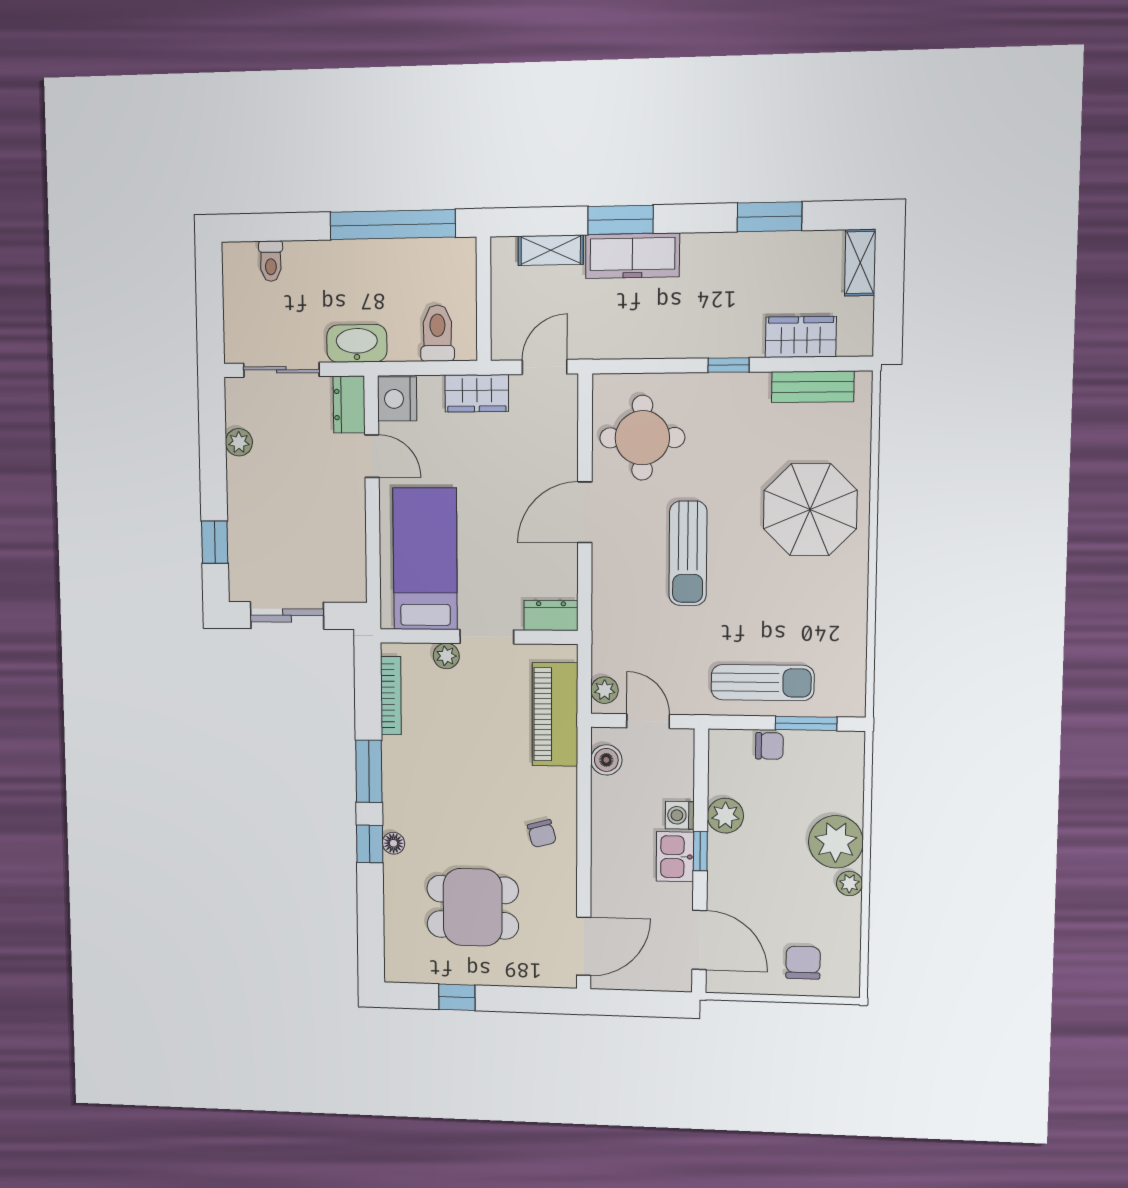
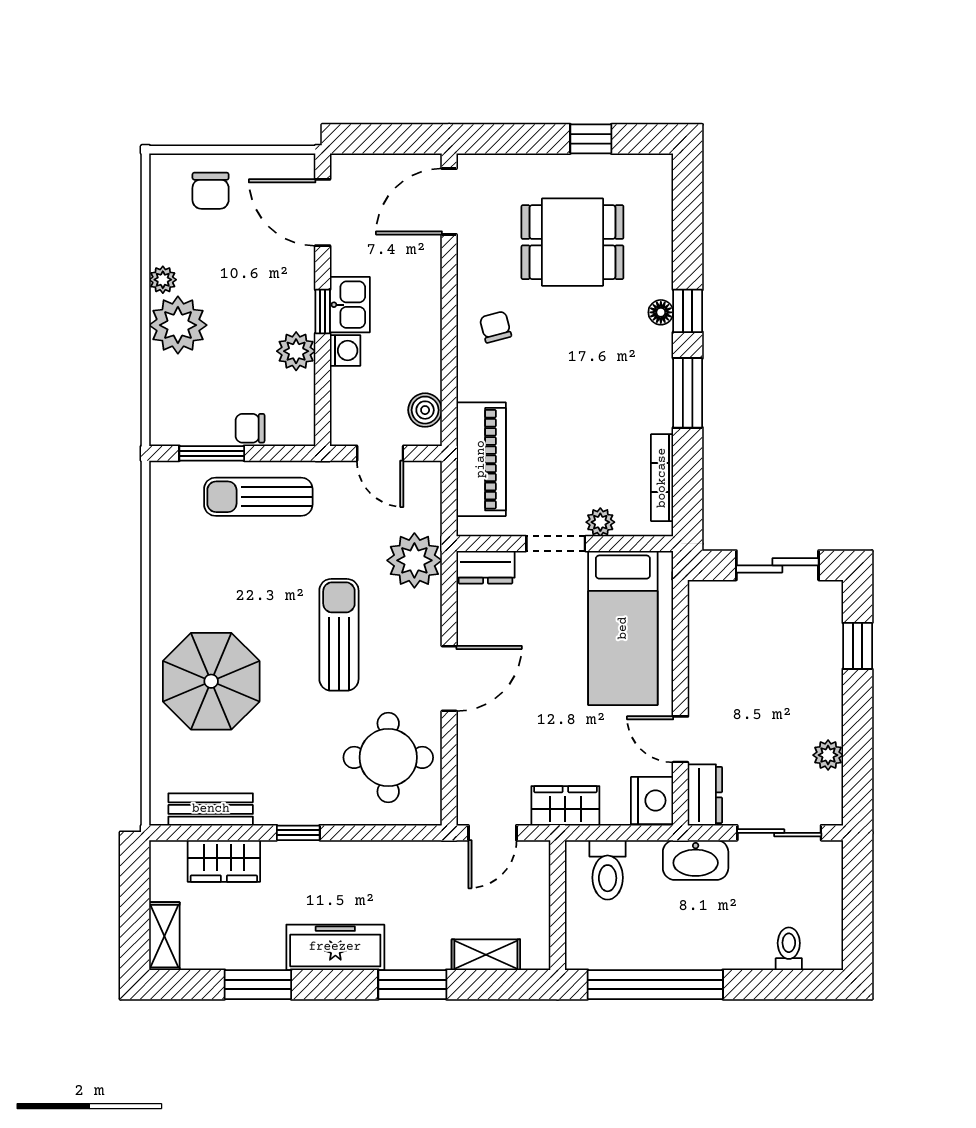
freezer: (632, 256) -> (335, 947), moved
plant: (605, 690) -> (414, 560), moved, width x1.87, depth x1.87

